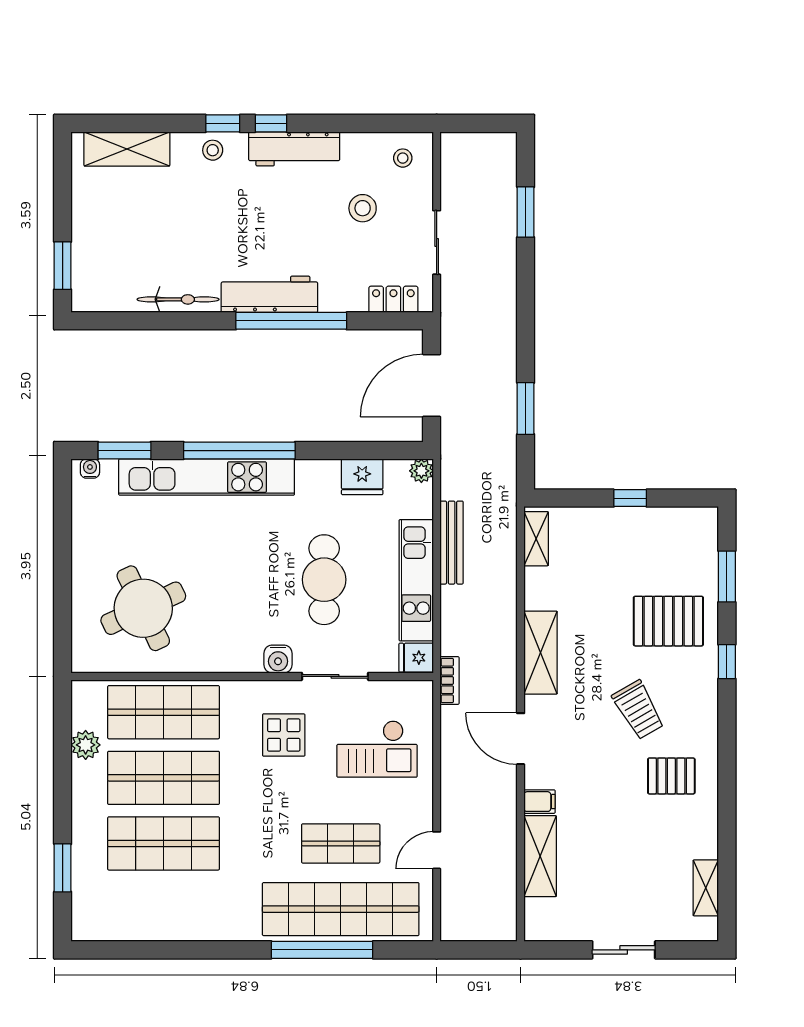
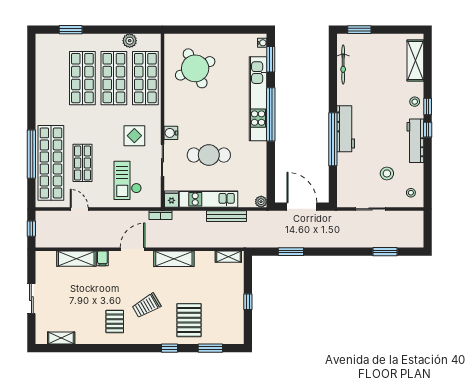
bicycle: (178, 299) -> (343, 65), moved
locker: (393, 299) -> (343, 188), removed
fridge: (362, 477) -> (258, 173), removed
window: (478, 950) -> (31, 229), added

